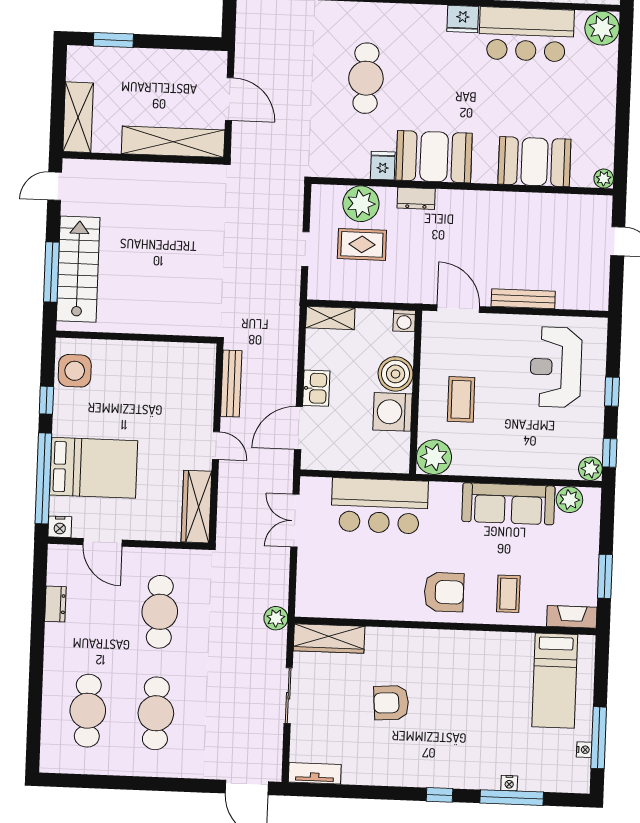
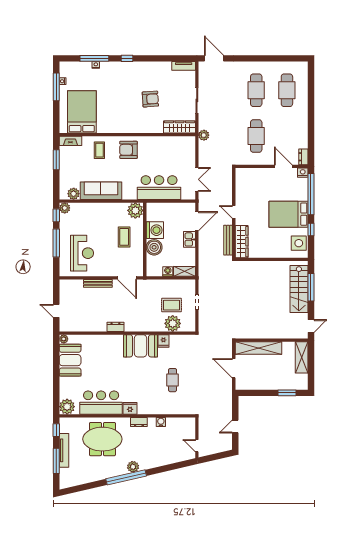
cafe table: (366, 78) -> (173, 380), width x0.73, depth x0.74
booth: (534, 162) -> (70, 360), moved, turned 90
dresser: (416, 198) -> (115, 327), moved
washing machine: (404, 321) -> (168, 271), moved
window: (612, 392) -> (56, 243), width x2.17
bed: (94, 468) -> (289, 214), moved
wardrobe: (196, 507) -> (242, 242), moved
dresser: (55, 604) -> (303, 157), moved
bed: (555, 681) -> (82, 112), width x1.50

